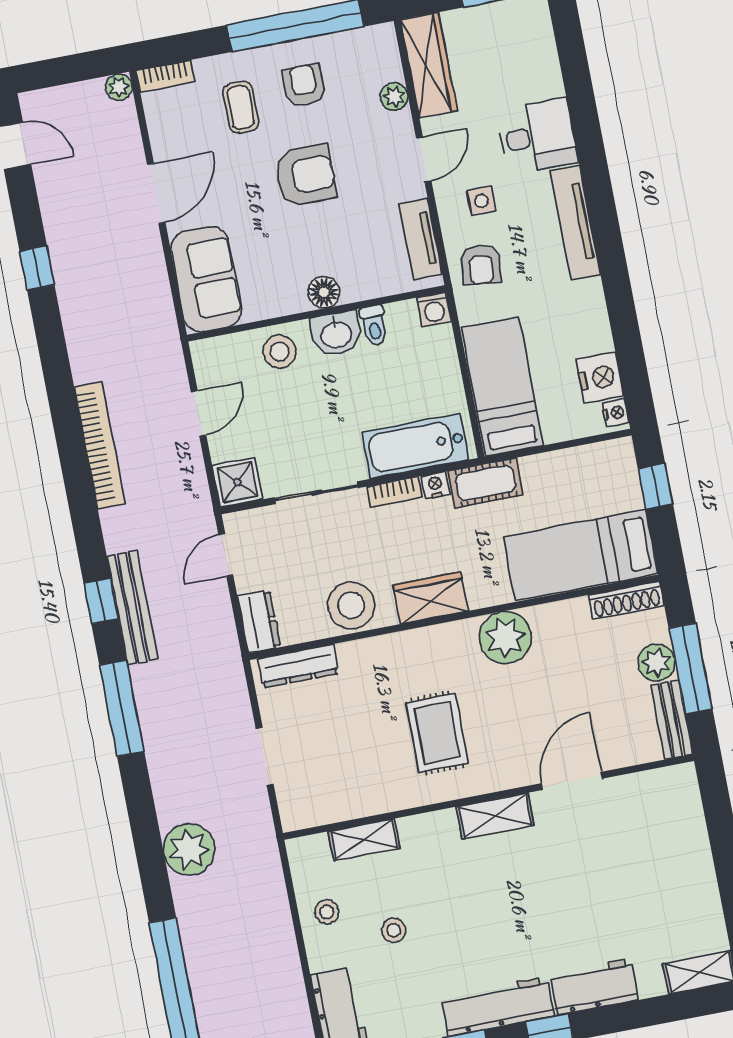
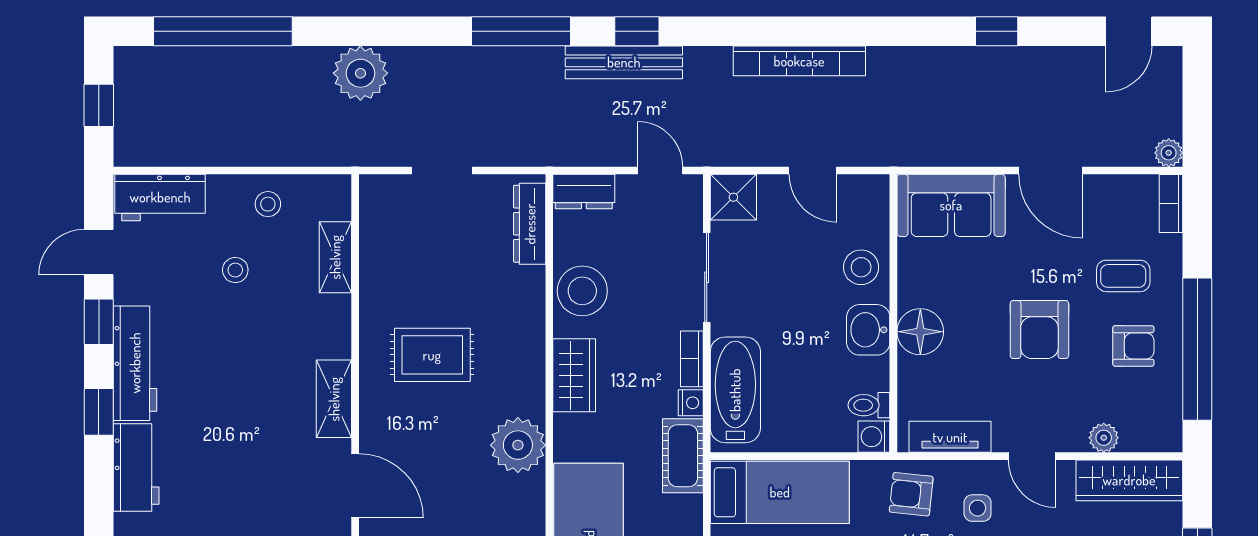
floor lamp: (324, 292) -> (920, 332), width x1.38, depth x1.38
toilet: (374, 326) -> (869, 405), moved

